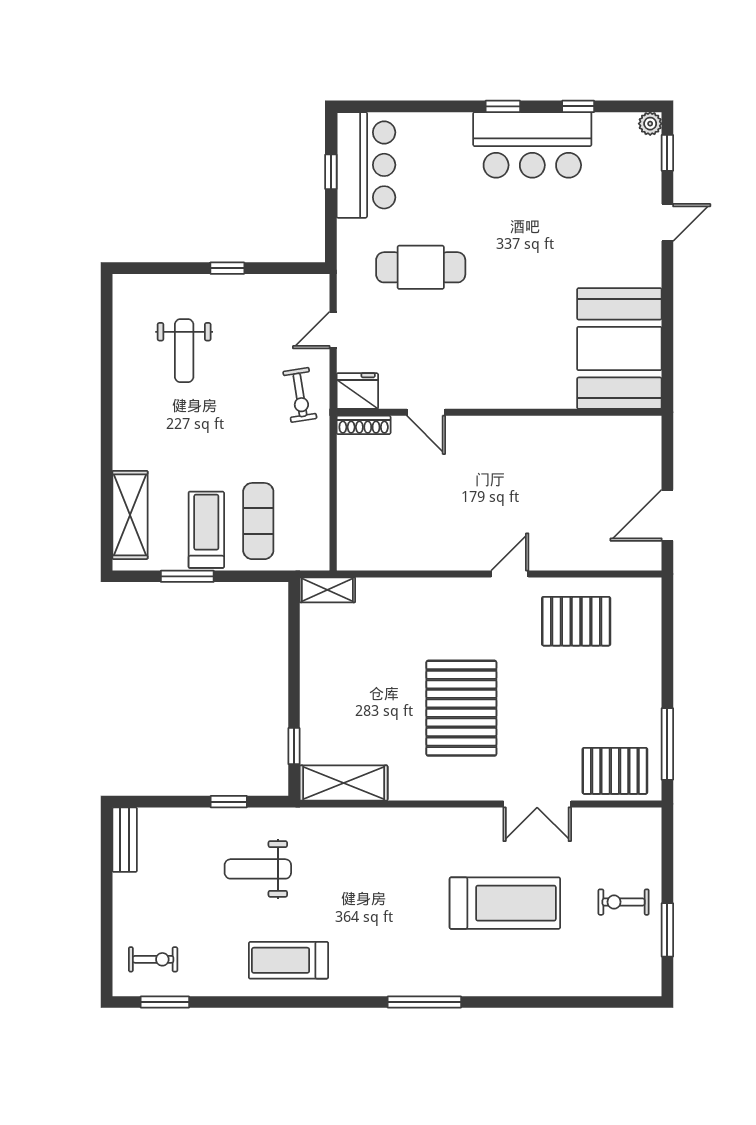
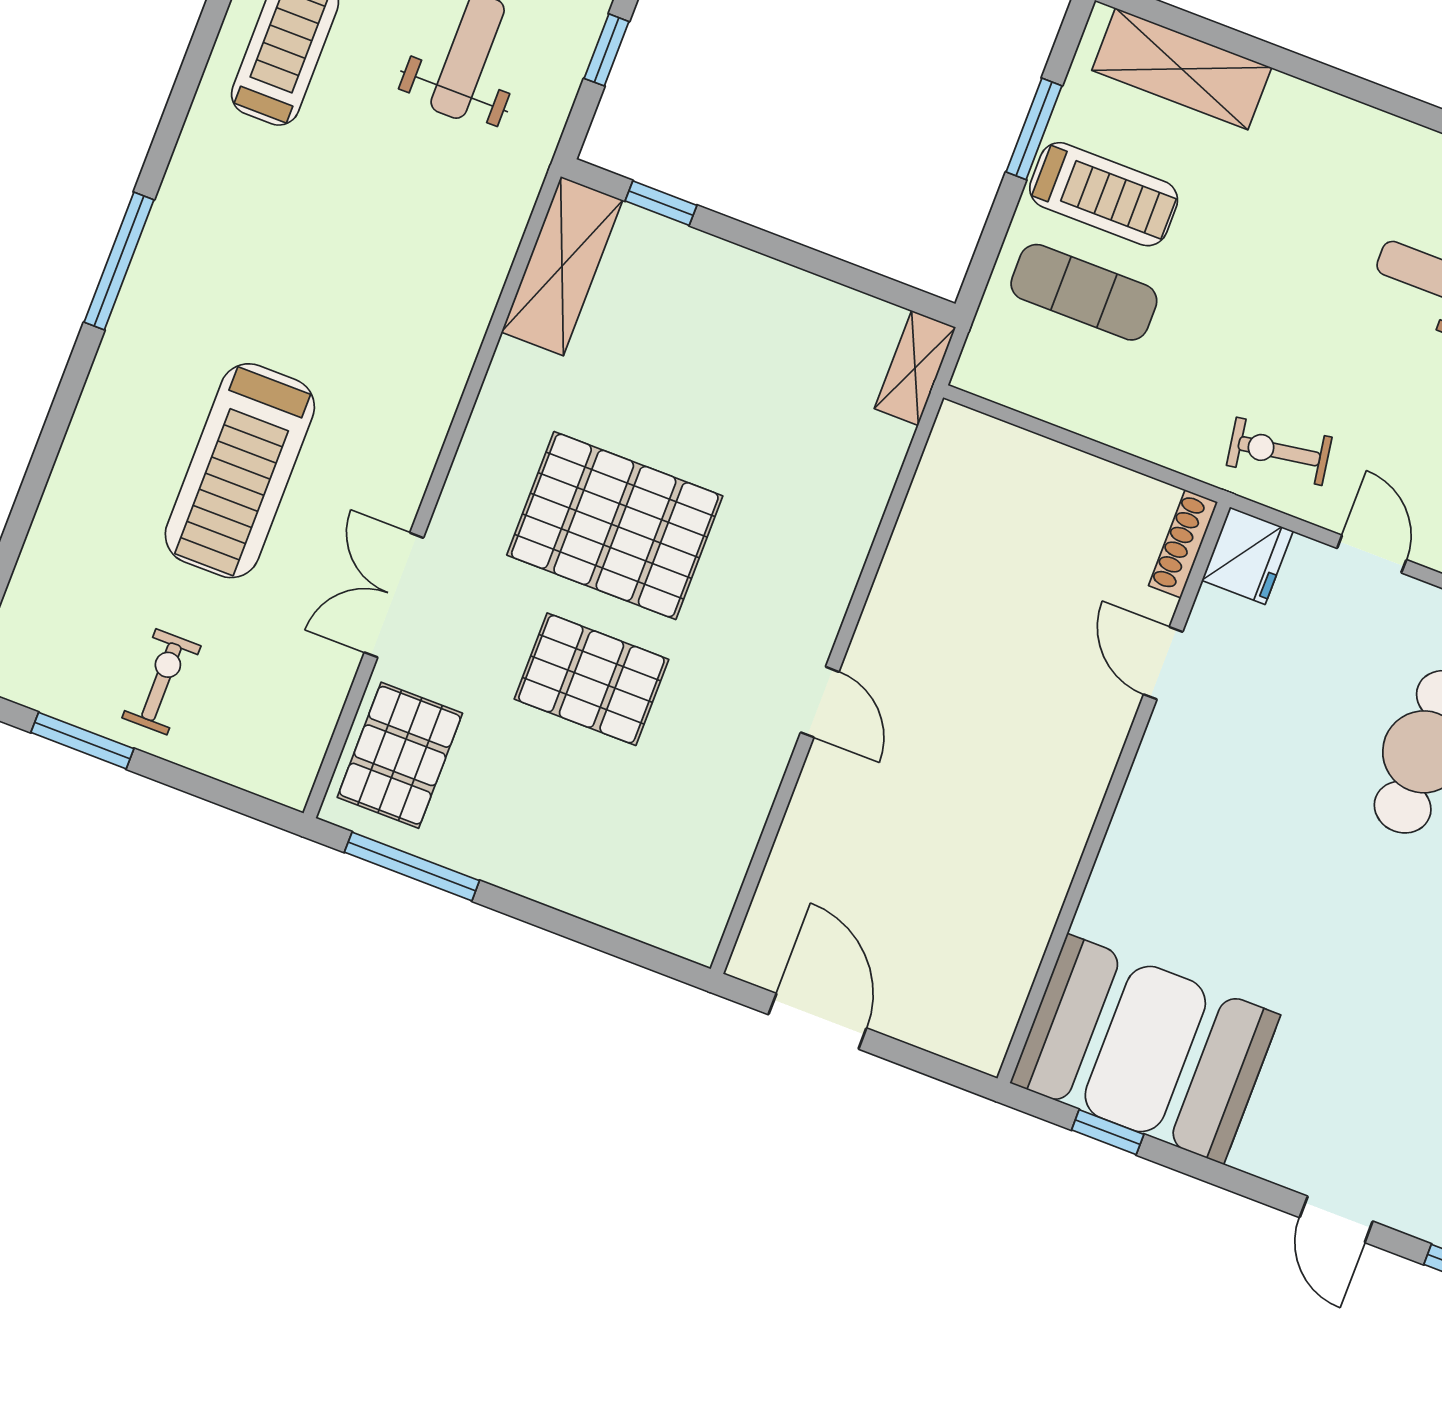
window: (667, 351) -> (1108, 1132), added
door: (426, 412) -> (1163, 663), hinge flipped
pallet: (576, 621) -> (591, 679), moved, turned 90

